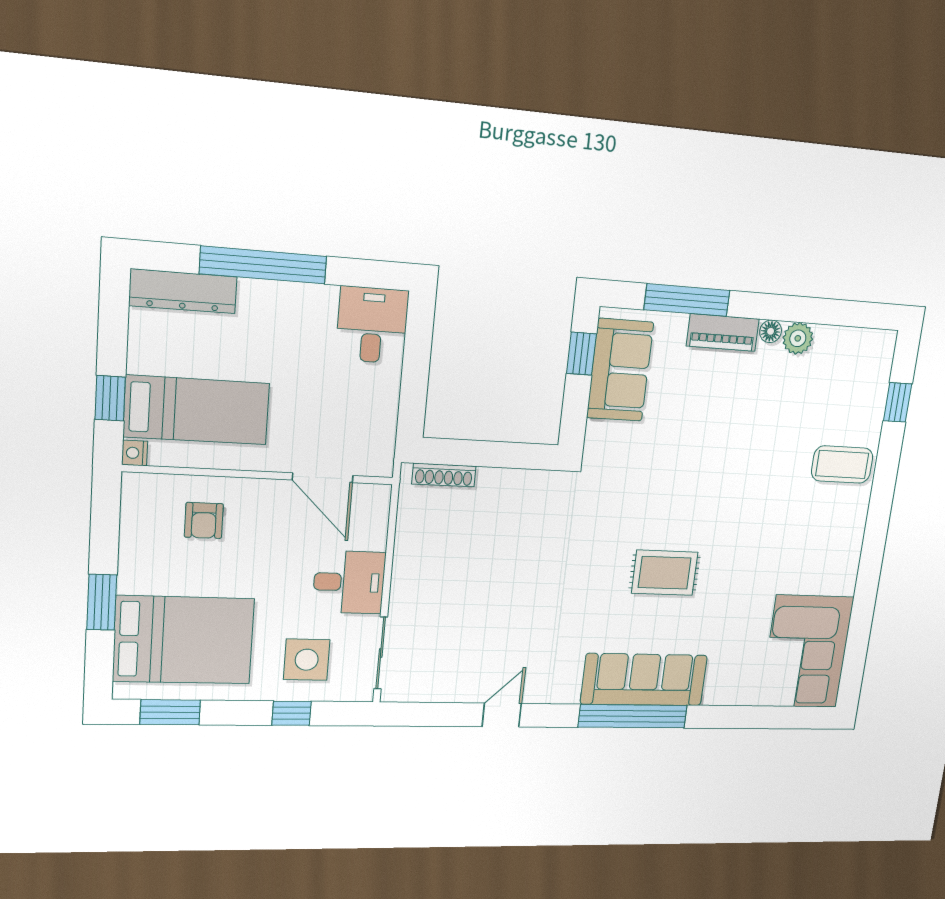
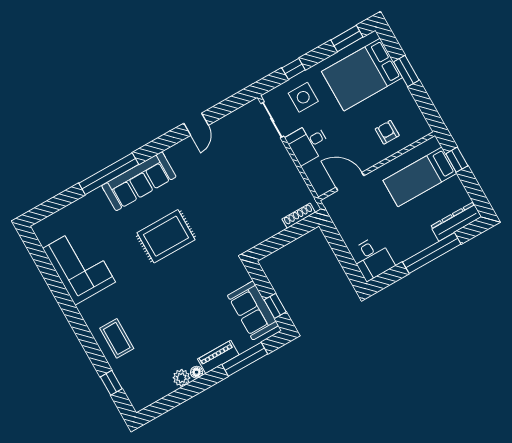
nightstand: (135, 453) -> (433, 143), removed
coffee table: (842, 464) -> (117, 338), turned 90
rug: (665, 573) -> (166, 236), width x1.36, depth x1.43
corner sofa: (807, 652) -> (79, 265), moved
window: (633, 716) -> (109, 174), moved

